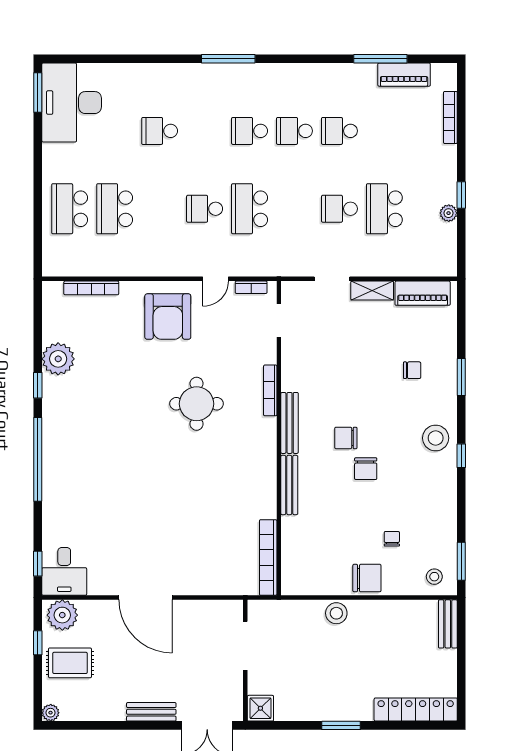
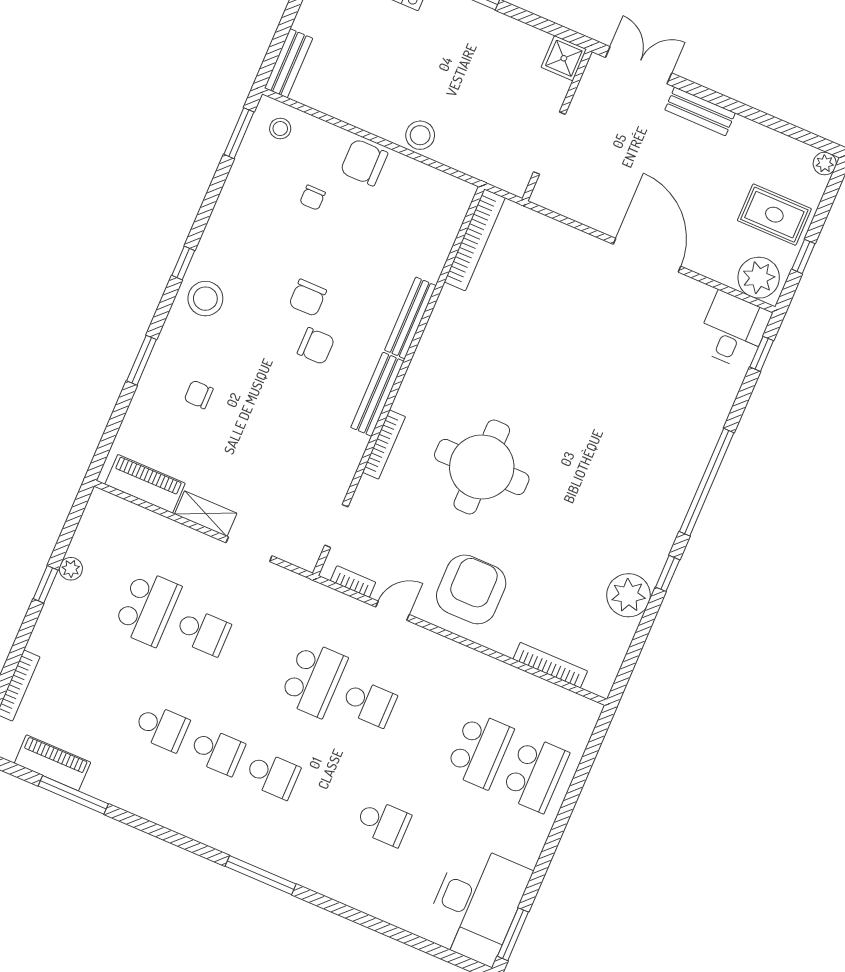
round table: (197, 404) -> (482, 467), width x1.36, depth x1.36
chair: (366, 469) -> (308, 298), turned 180

